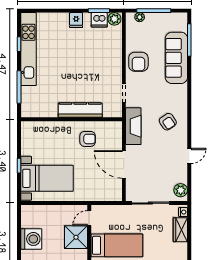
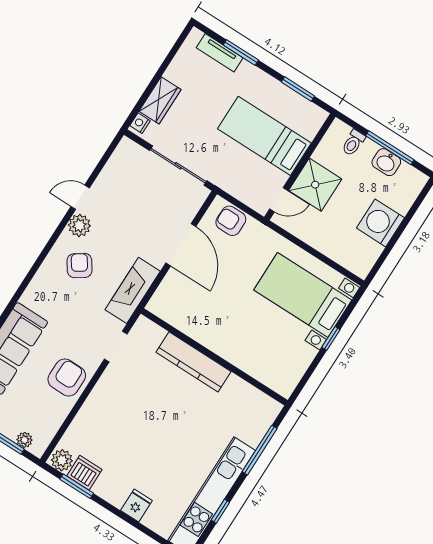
fridge: (76, 20) -> (136, 506), moved
armchair: (88, 139) -> (231, 221), moved
plant: (181, 190) -> (79, 225), moved

